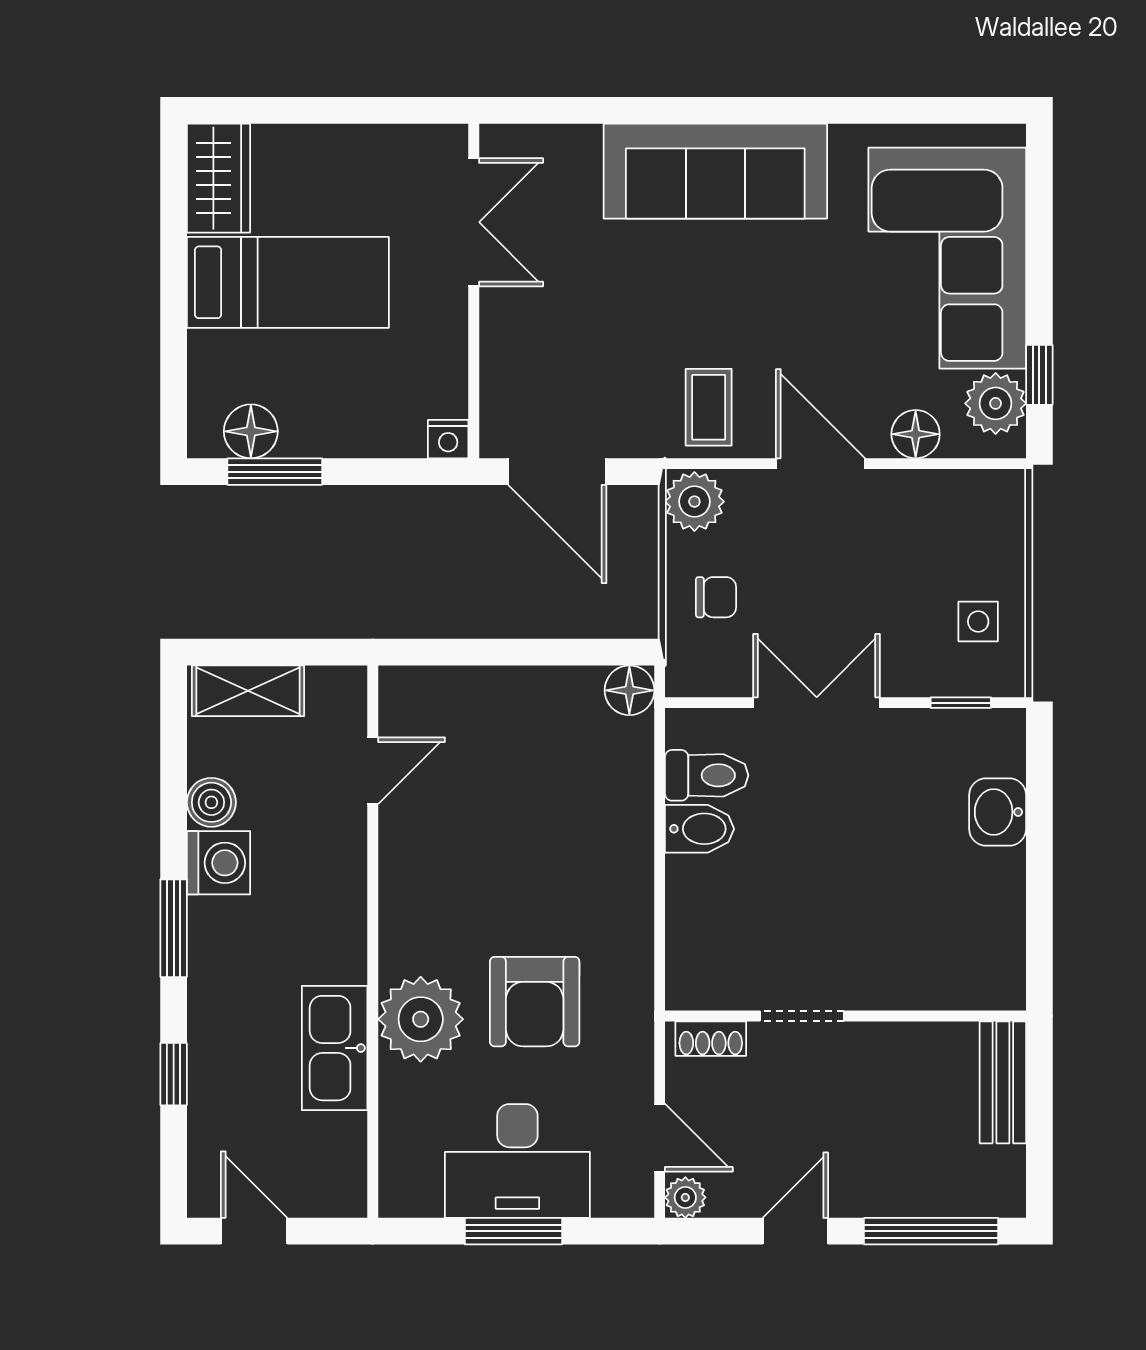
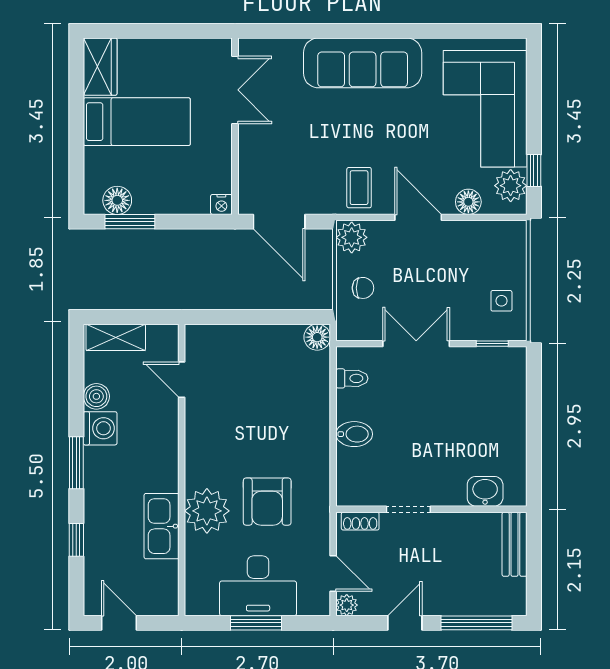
door: (373, 771) -> (182, 380), swing flipped
toilet: (707, 775) -> (352, 378), width x0.73, depth x0.72
washbasin: (998, 812) -> (485, 491), moved, turned 90
bidet: (699, 829) -> (354, 434), moved

